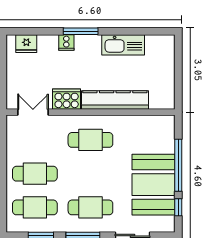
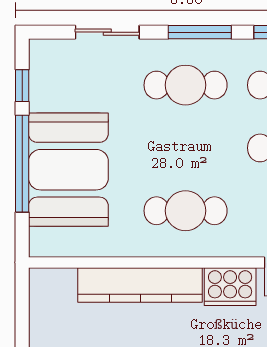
booth: (153, 185) -> (68, 170), moved

